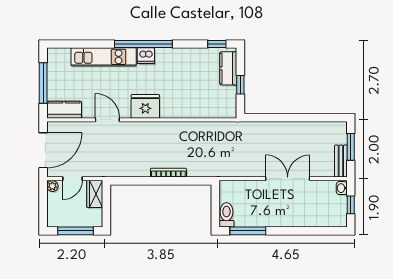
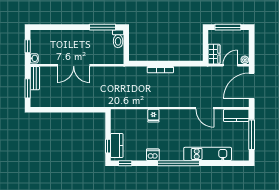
dishwasher: (146, 56) -> (153, 155), moved
window: (240, 85) -> (108, 146), moved
fridge: (145, 106) -> (153, 116), moved, width x0.53, depth x0.75

